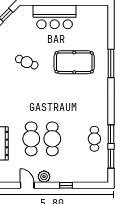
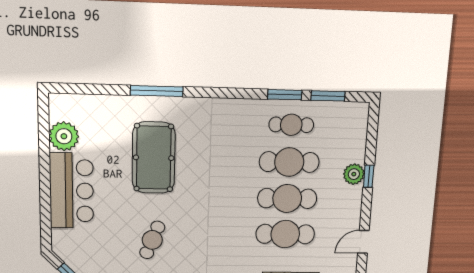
plant: (85, 13) -> (64, 136), added
cafe table: (73, 139) -> (289, 162), added
plant: (44, 177) -> (354, 174), moved

